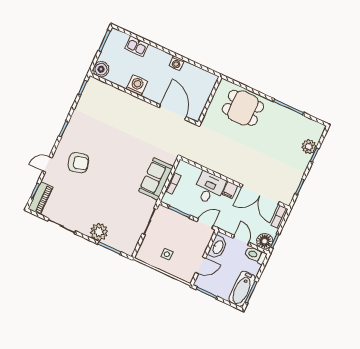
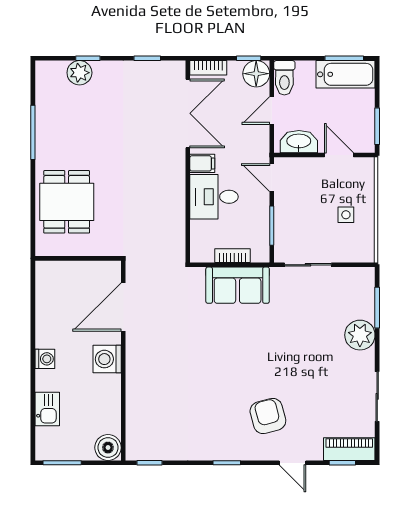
washing machine: (177, 63) -> (45, 359), moved
washing machine: (137, 85) -> (107, 359), moved

